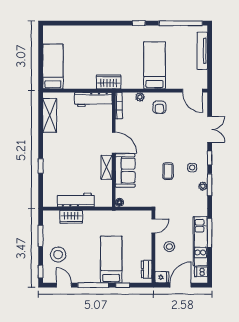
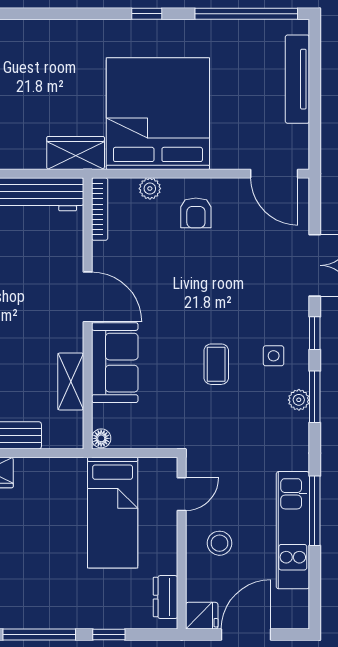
bed: (154, 65) -> (158, 114), width x2.04
shelving: (107, 167) -> (71, 382), moved
bed: (111, 259) -> (113, 513), moved, turned 180
dishwasher: (201, 272) -> (294, 603), removed

